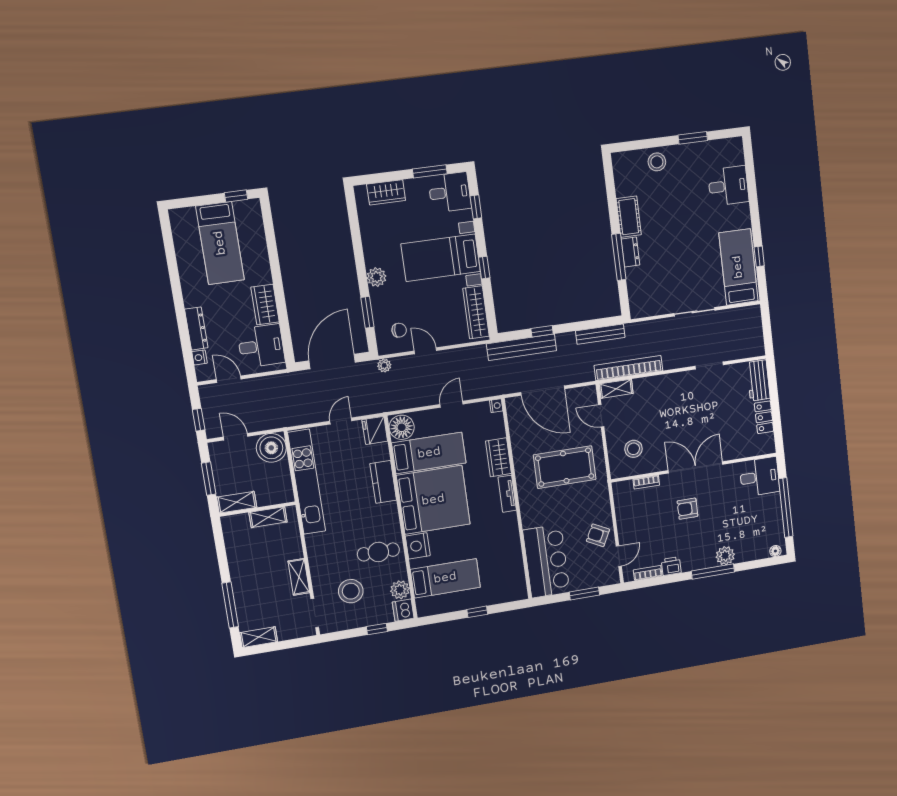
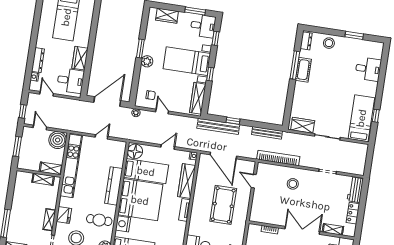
dresser: (630, 252) -> (306, 41), moved
window: (619, 257) -> (295, 65), moved
wardrobe: (652, 305) -> (303, 125), added
window: (367, 312) -> (140, 49), moved
shelving: (616, 389) -> (333, 229), moved
fridge: (375, 430) -> (64, 215), moved, turned 180
stool: (633, 449) -> (293, 184), moved
wardrobe: (498, 457) -> (187, 181), width x1.50
pool table: (565, 467) -> (223, 205), turned 90
kitchen counter: (383, 482) -> (114, 186), width x1.50
shelving: (237, 502) -> (51, 168), moved

